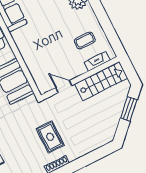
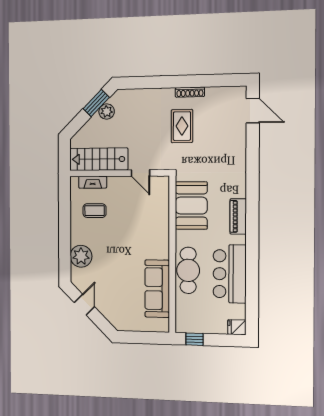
window: (129, 109) -> (96, 103), moved
plant: (113, 120) -> (107, 112), added

